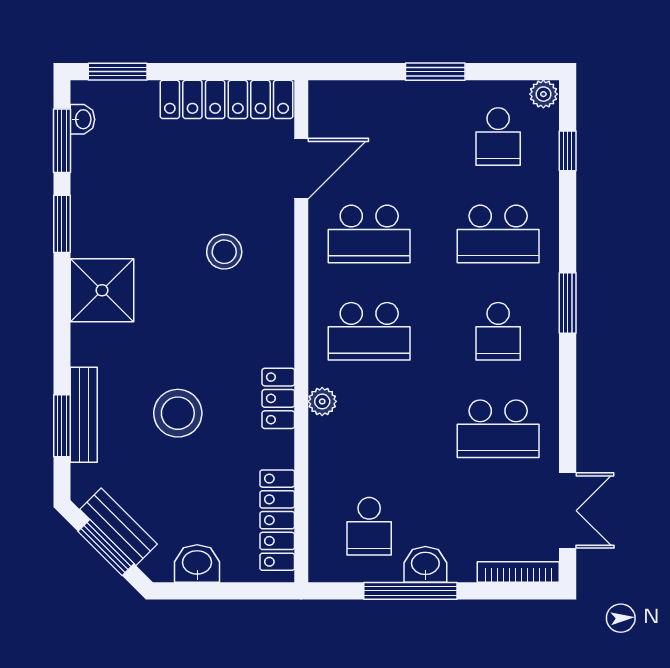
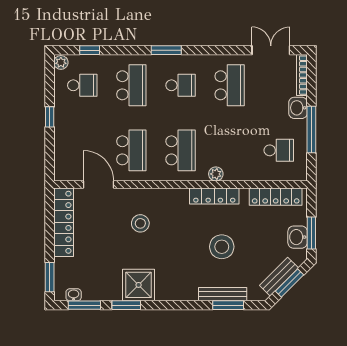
window: (435, 72) -> (50, 117), width x0.67
shower: (102, 290) -> (139, 285), moved
locker: (278, 398) -> (214, 196), width x1.53
washbasin: (425, 564) -> (298, 108), moved
window: (205, 591) -> (311, 233), added

